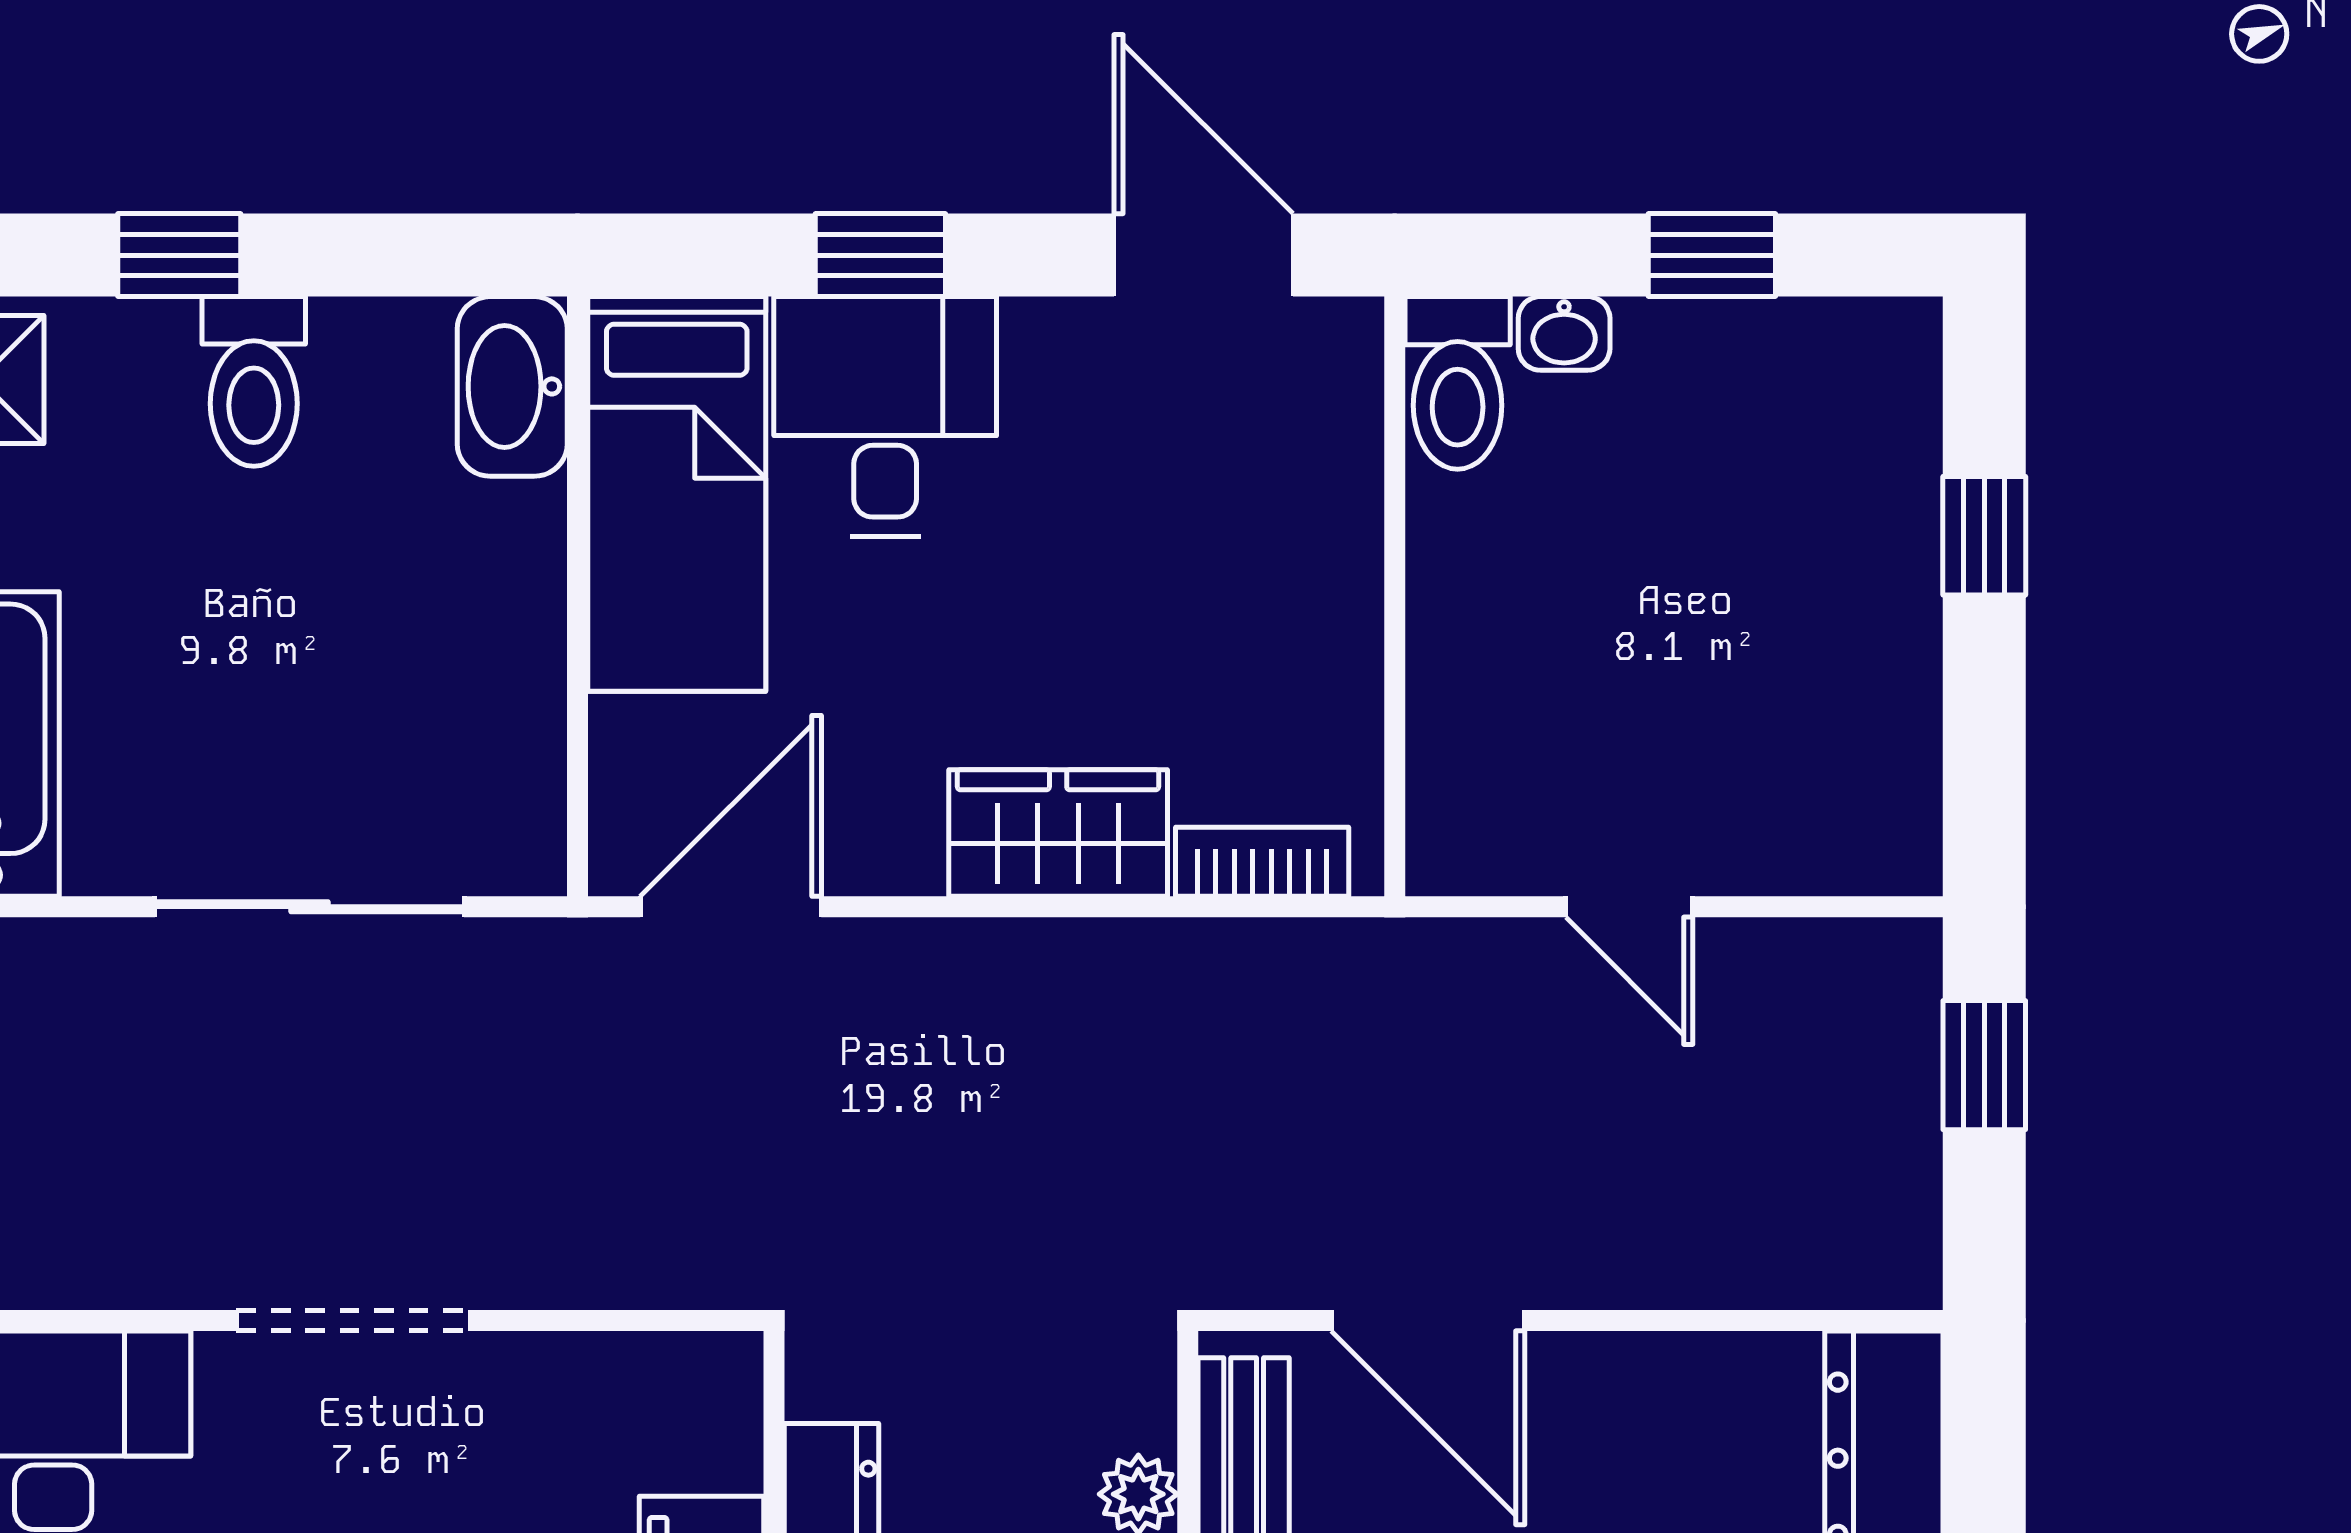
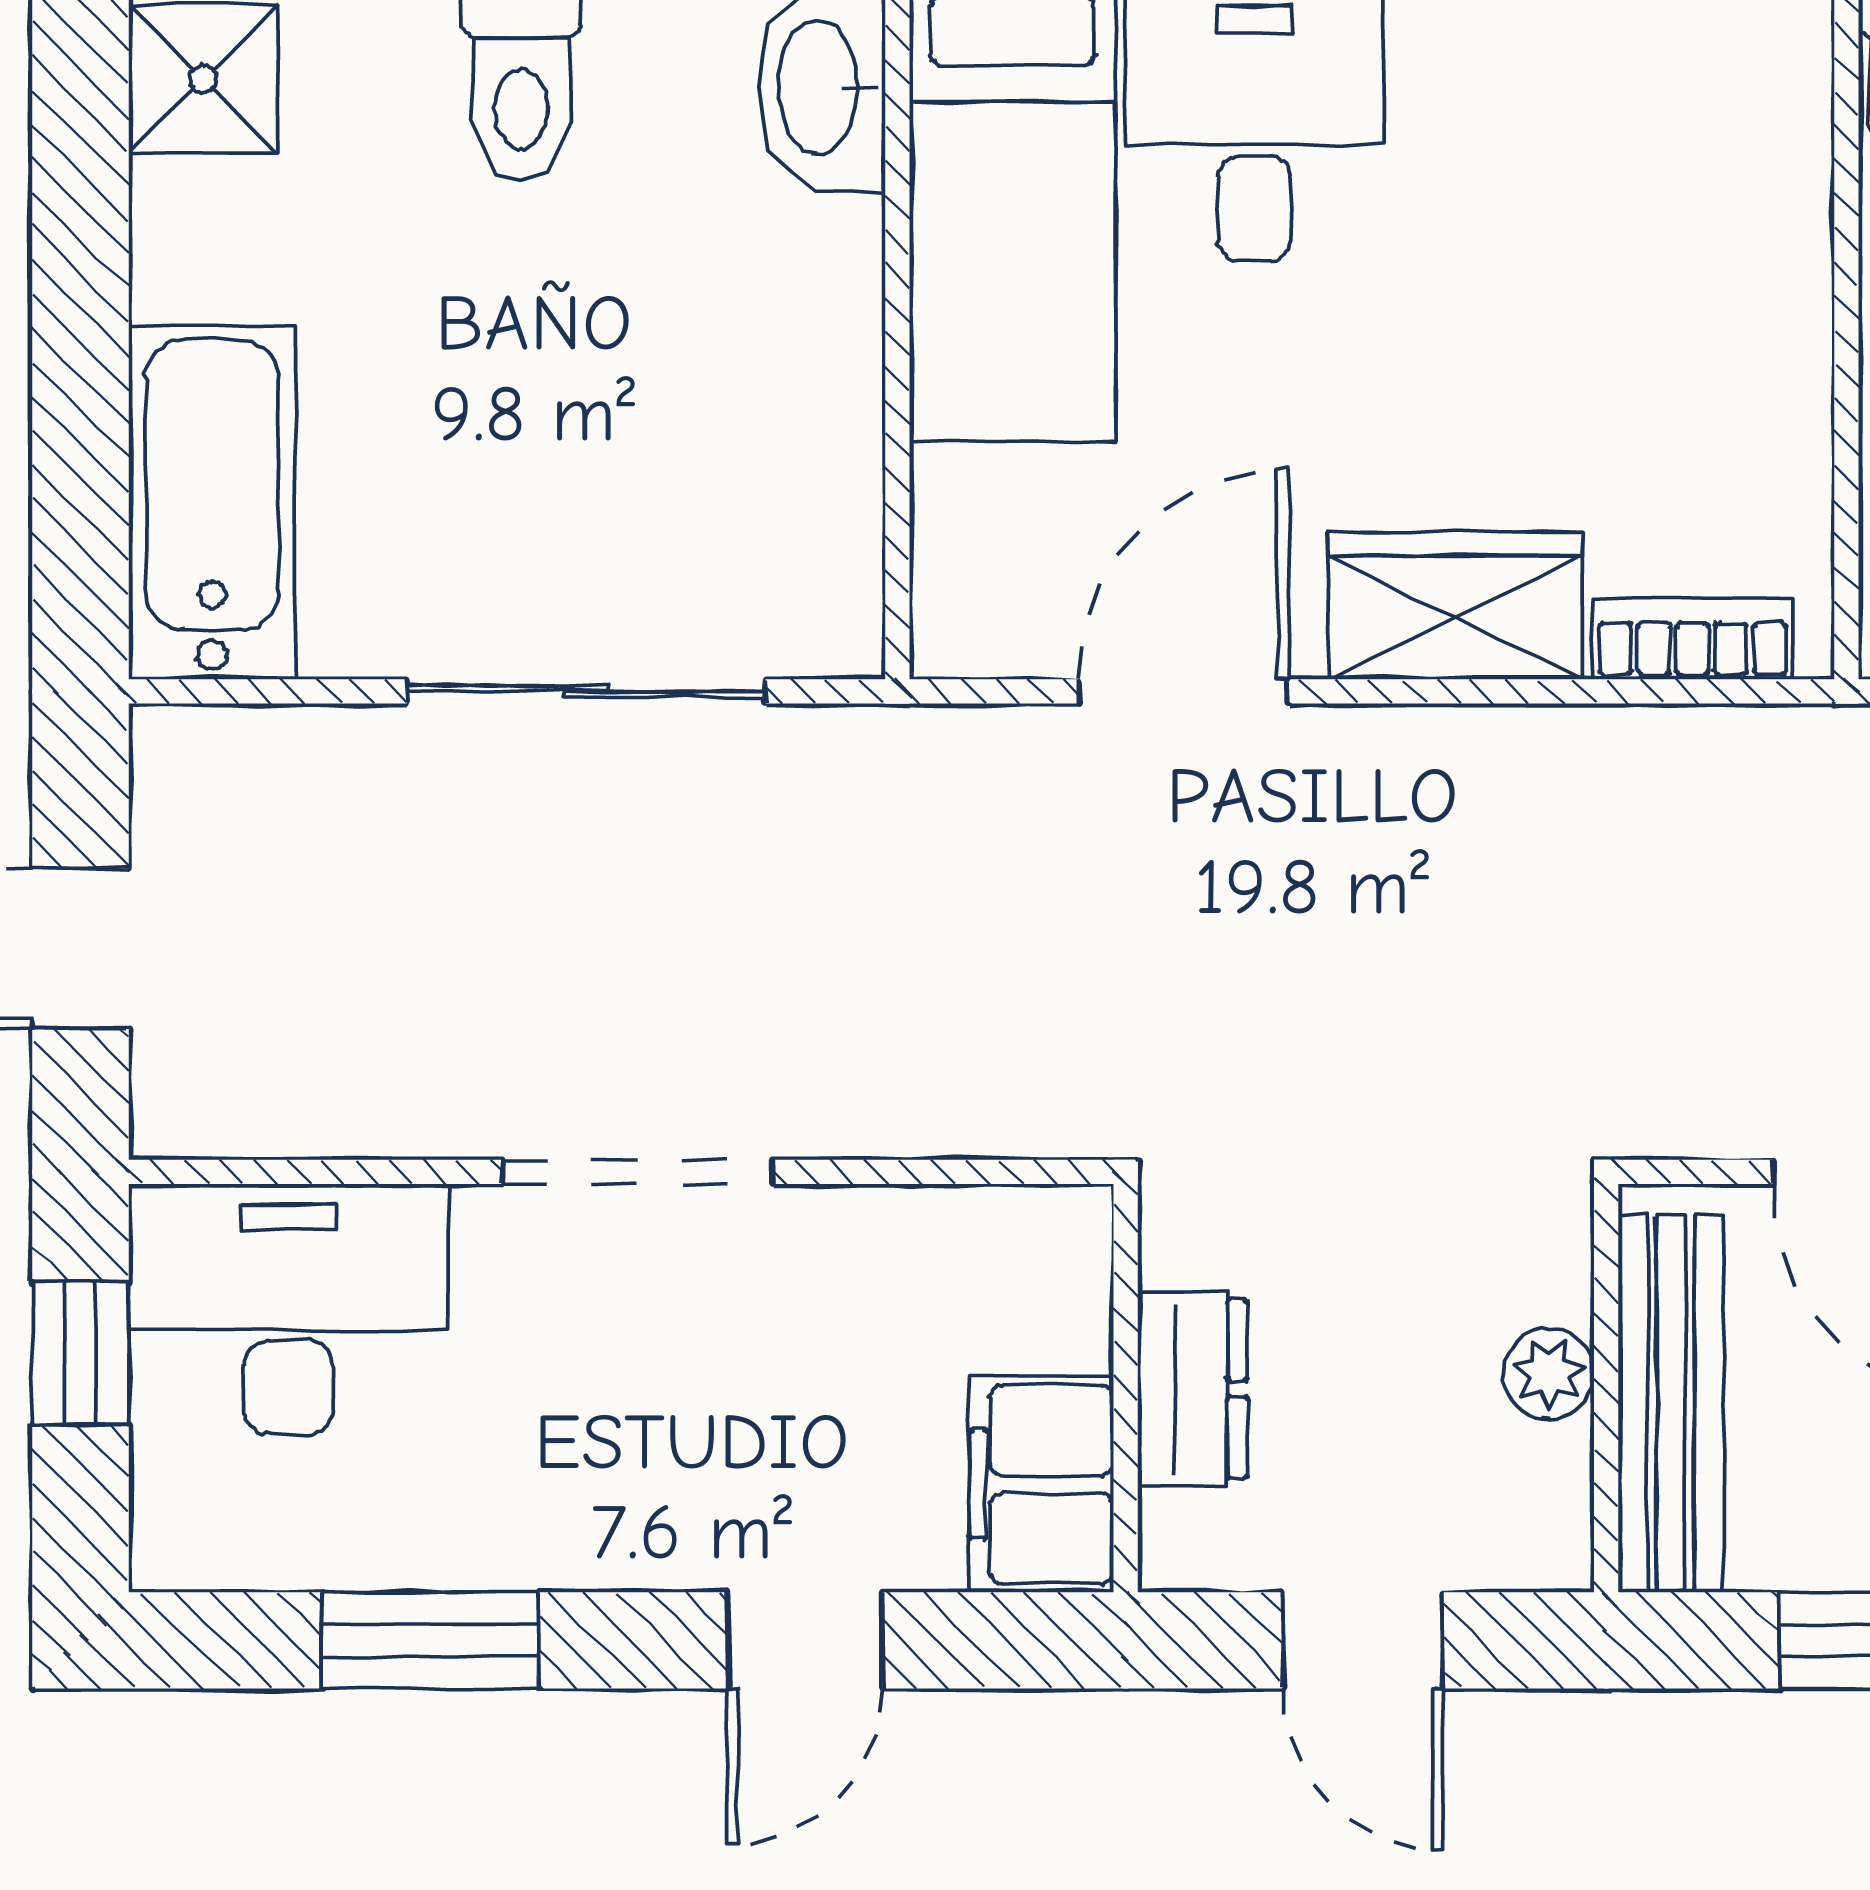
door: (731, 907) -> (1183, 691), moved

